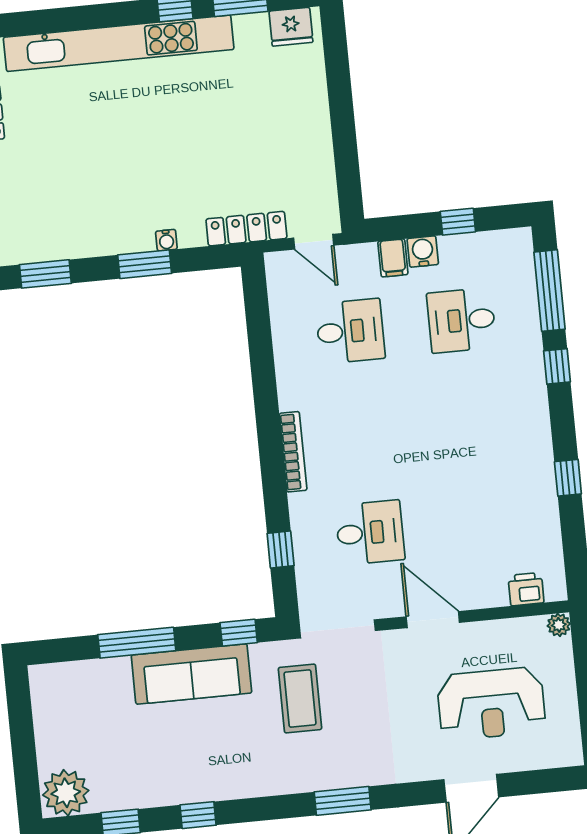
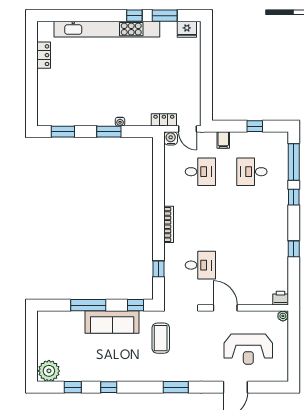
locker: (246, 229) -> (164, 120), width x0.66
water cooler: (423, 251) -> (171, 138), moved
printer: (526, 589) -> (281, 298), moved

